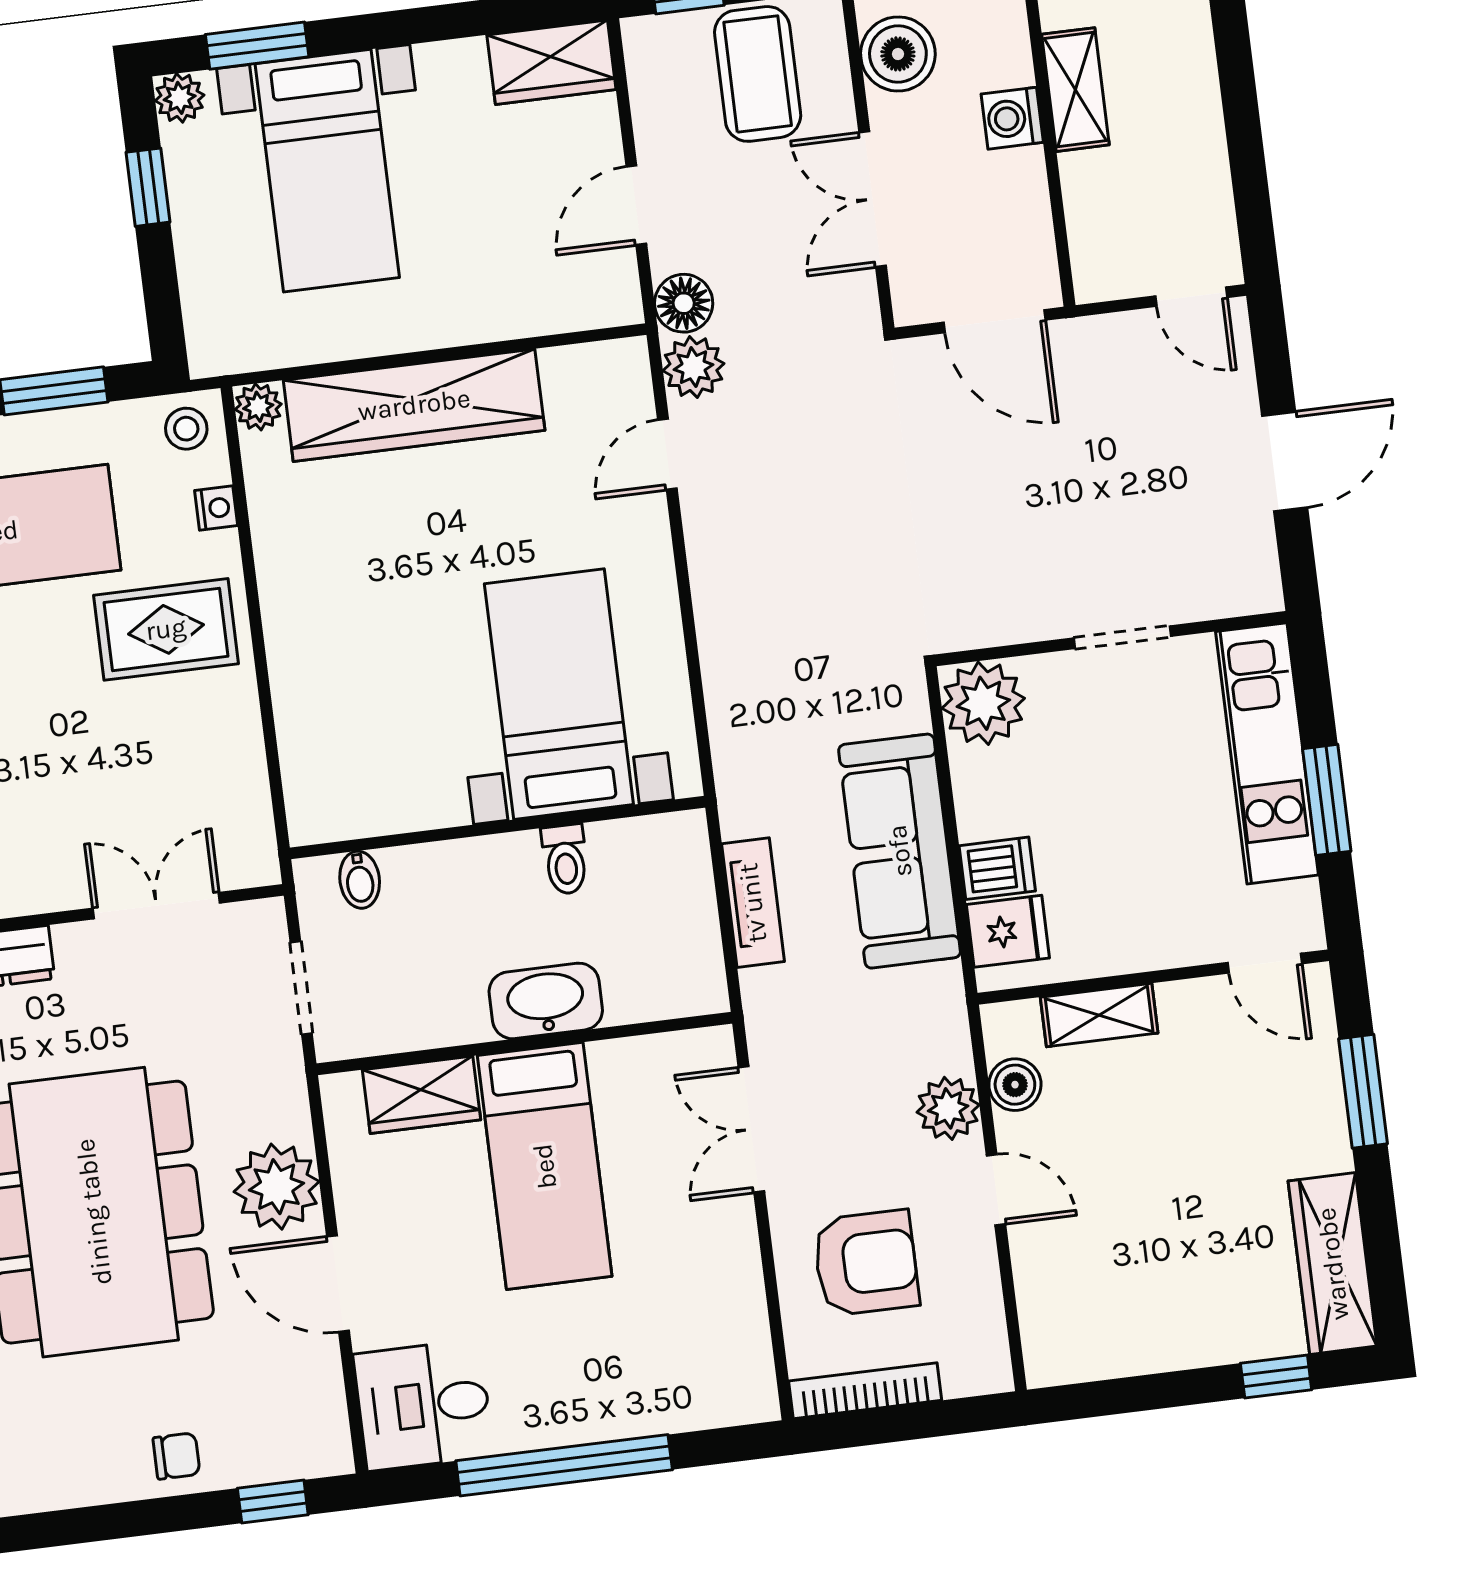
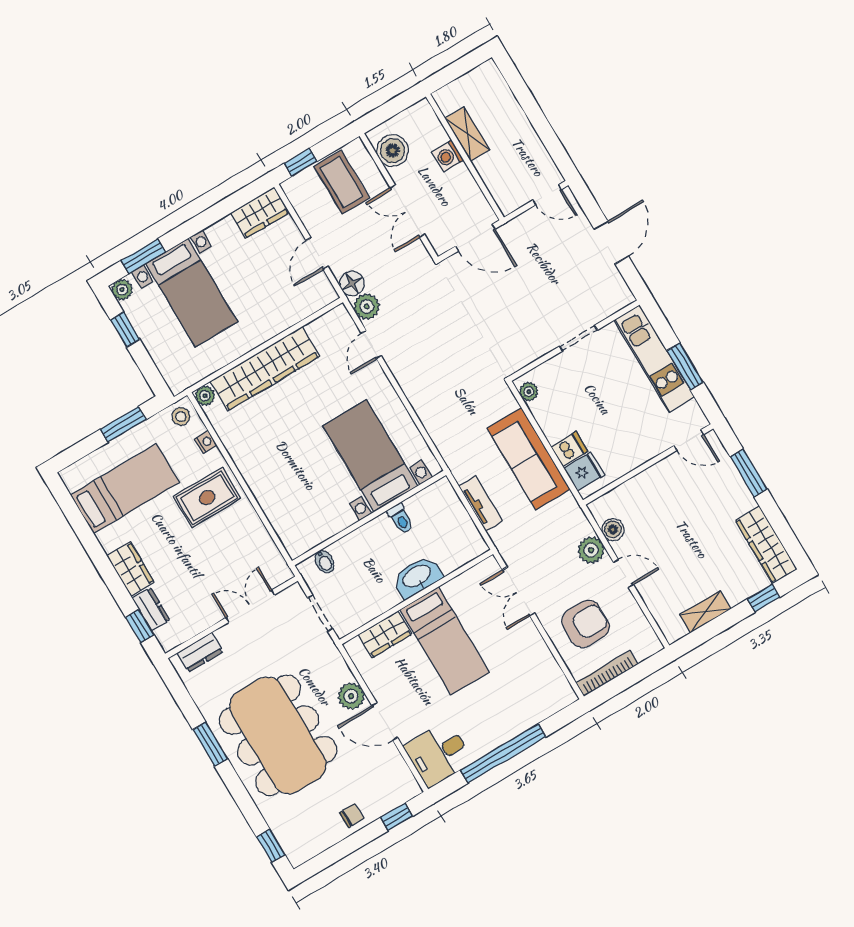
plant: (983, 703) -> (529, 392), width x0.53, depth x0.53
shelving: (1099, 1015) -> (705, 612), moved
plant: (277, 1187) -> (351, 696), width x0.73, depth x0.73

